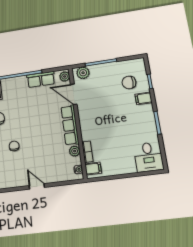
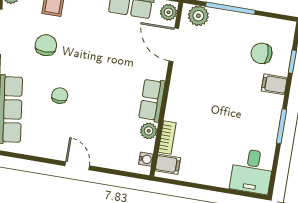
row of seats: (70, 125) -> (152, 100), width x0.68

